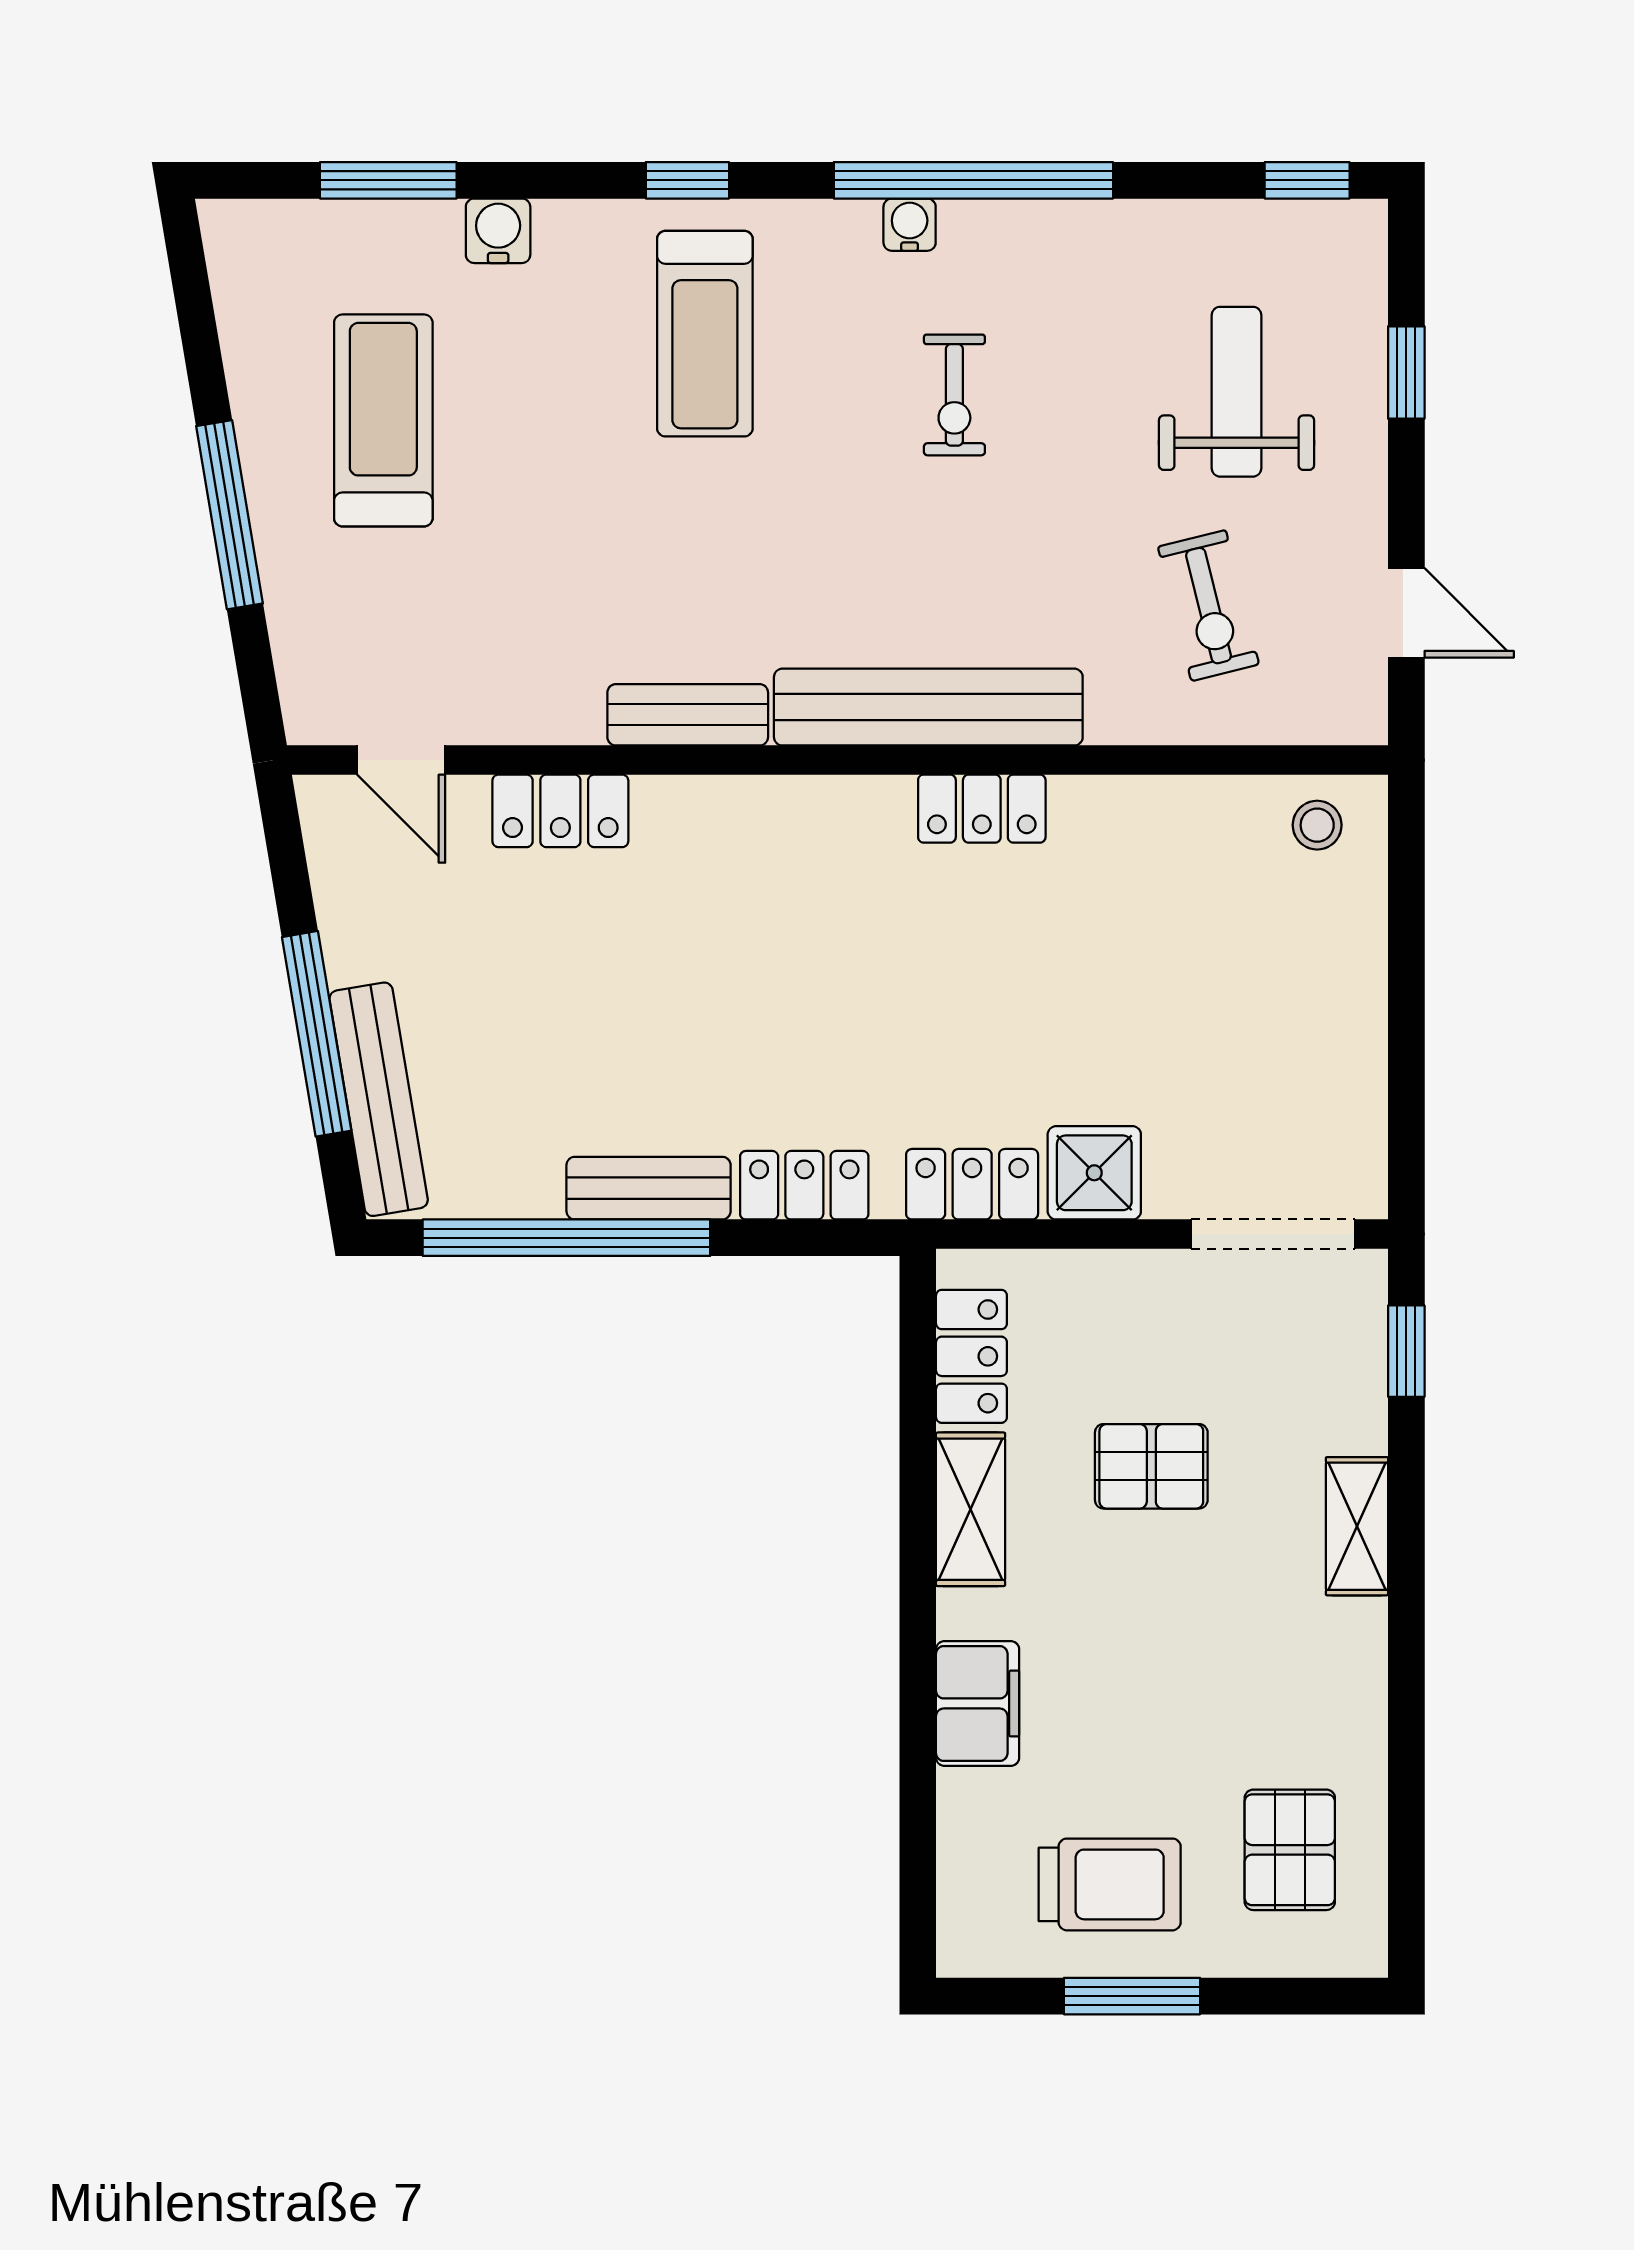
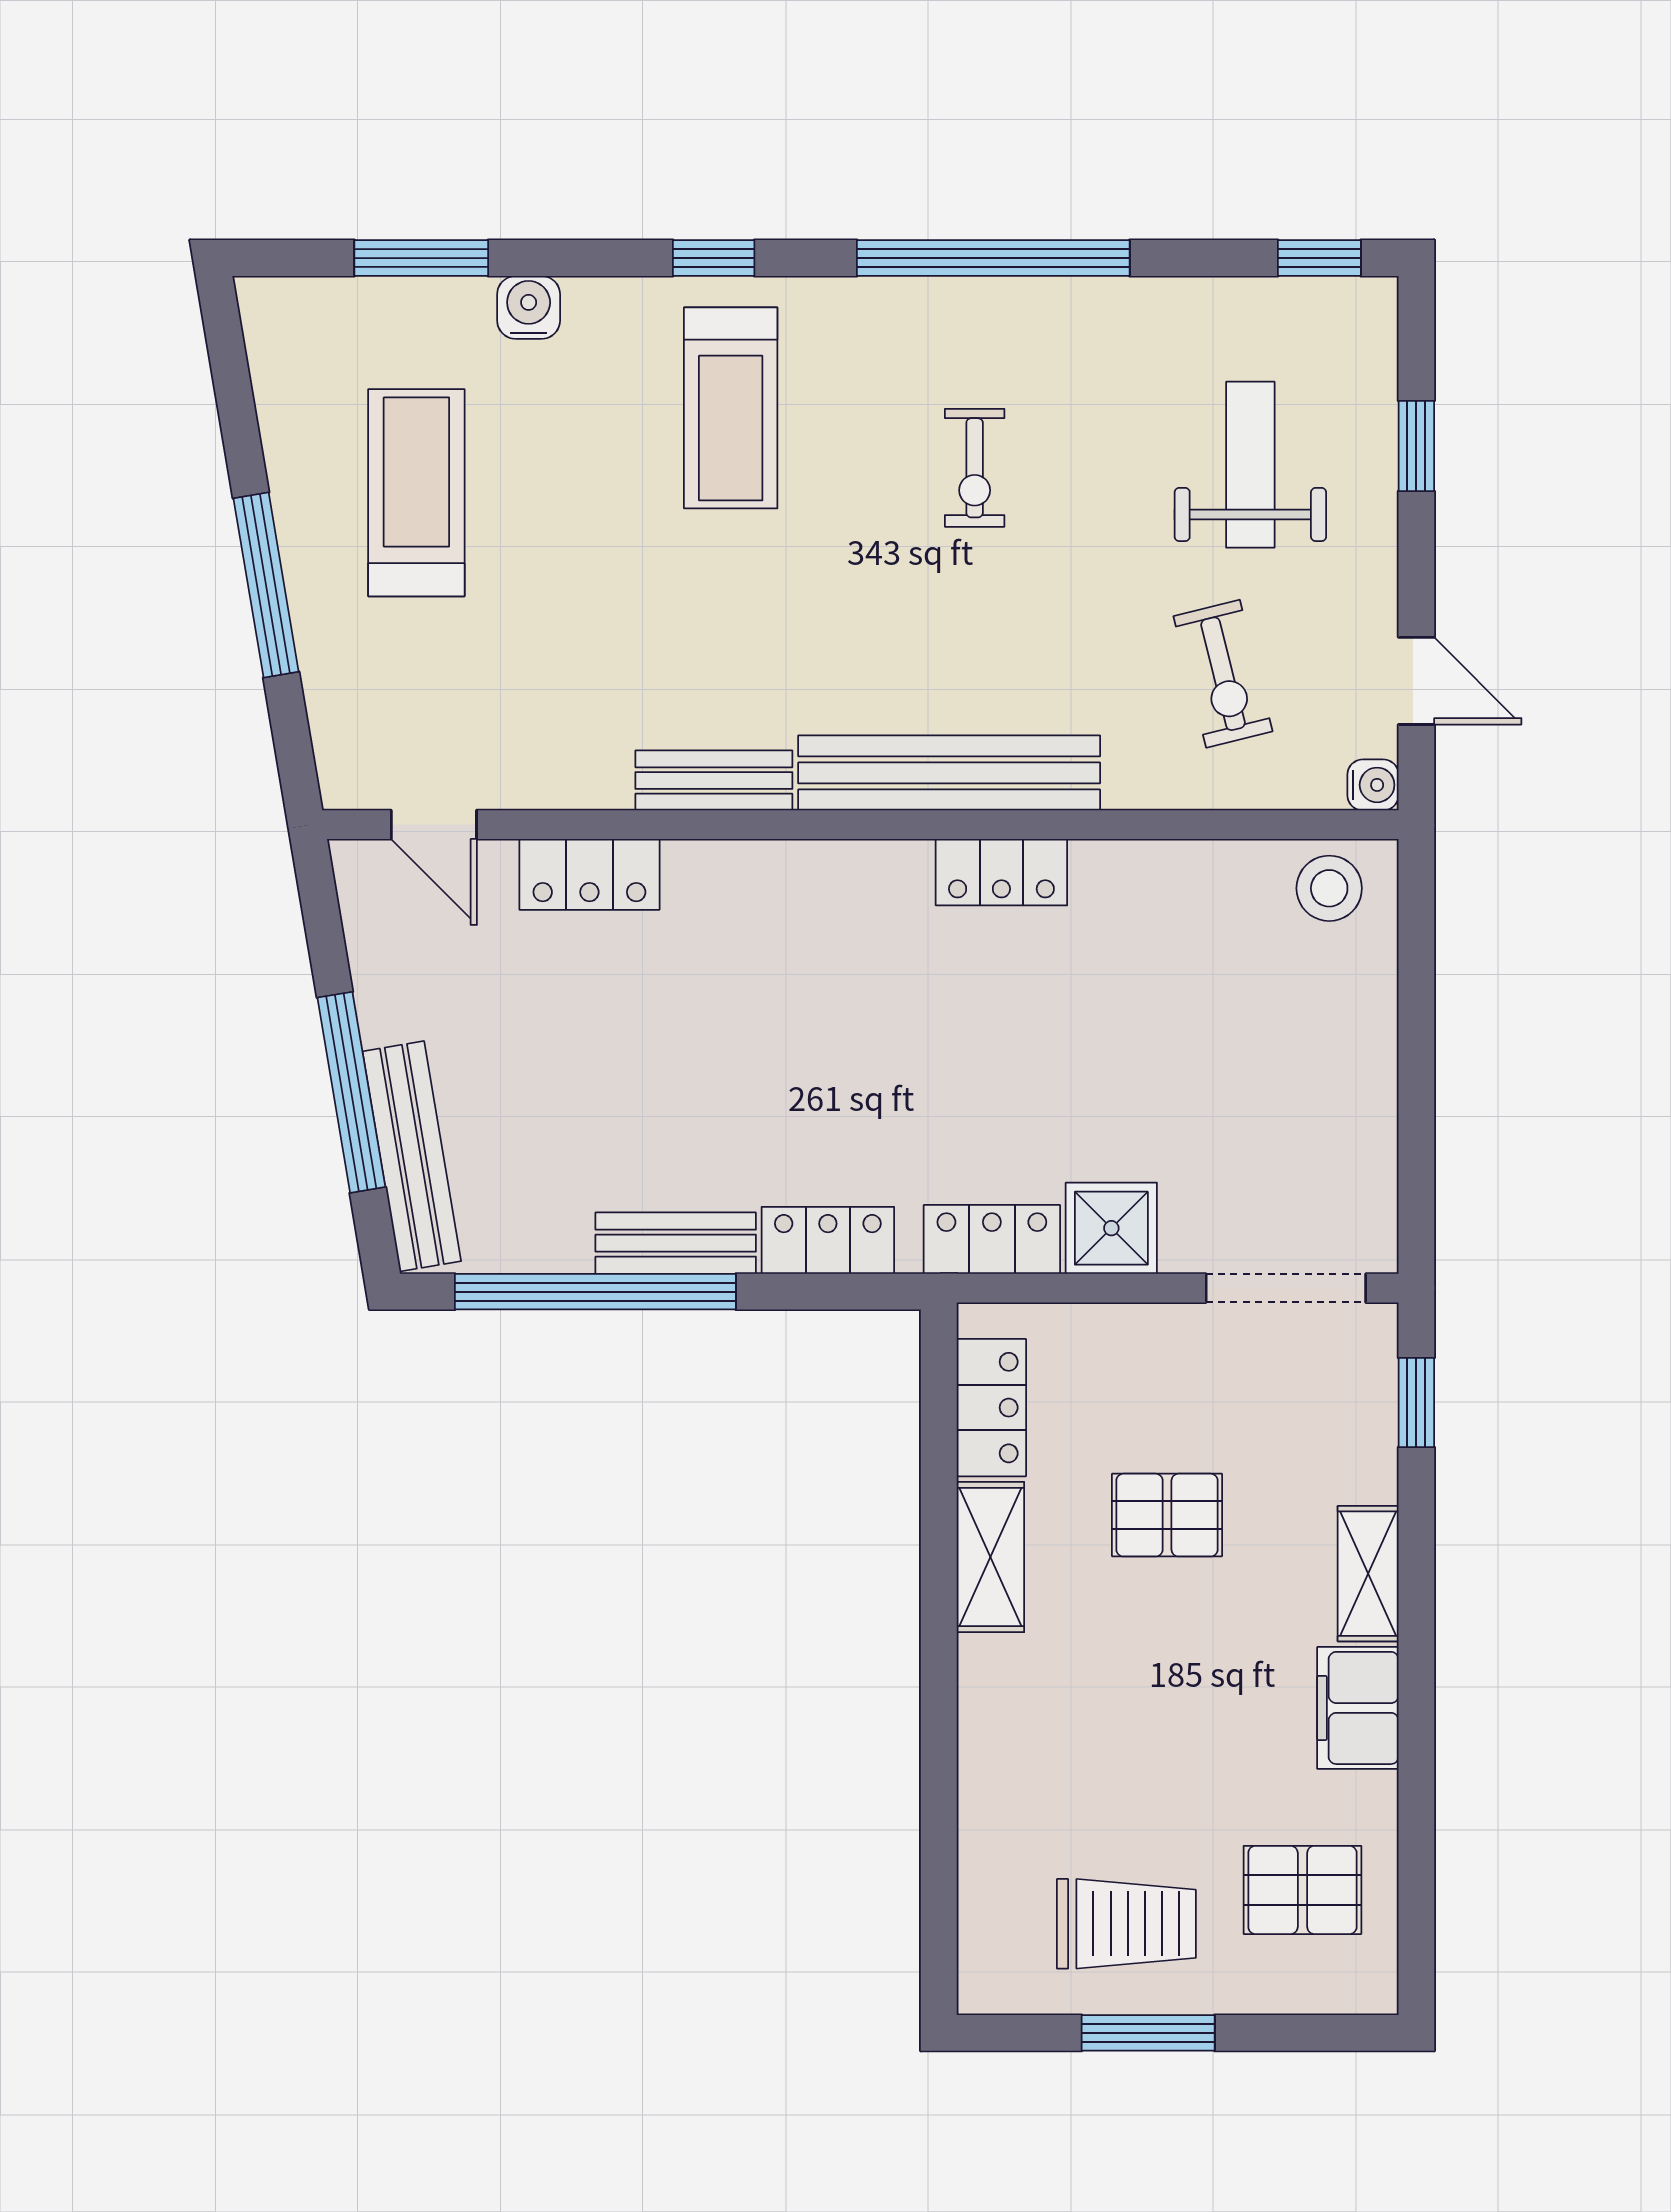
water cooler: (910, 225) -> (1373, 785), moved, turned 90
stool: (1317, 825) -> (1329, 888), width x1.37, depth x1.37
filing cabinet: (978, 1703) -> (1358, 1708), moved, turned 180
pallet: (1290, 1850) -> (1302, 1890), turned 90

